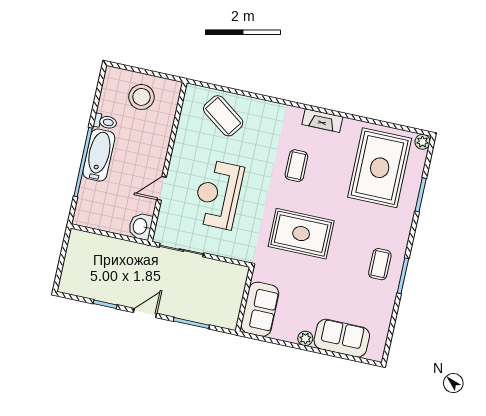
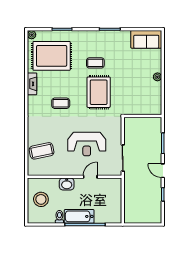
coffee table: (223, 116) -> (42, 151), turned 42
fireplace: (322, 121) -> (32, 84), moved
door: (162, 188) -> (90, 177), swing flipped
washbasin: (141, 226) -> (67, 184), moved
coffee table: (380, 264) -> (95, 63), moved
sofa: (260, 309) -> (146, 106), removed
sofa: (342, 338) -> (146, 39), moved, turned -90

